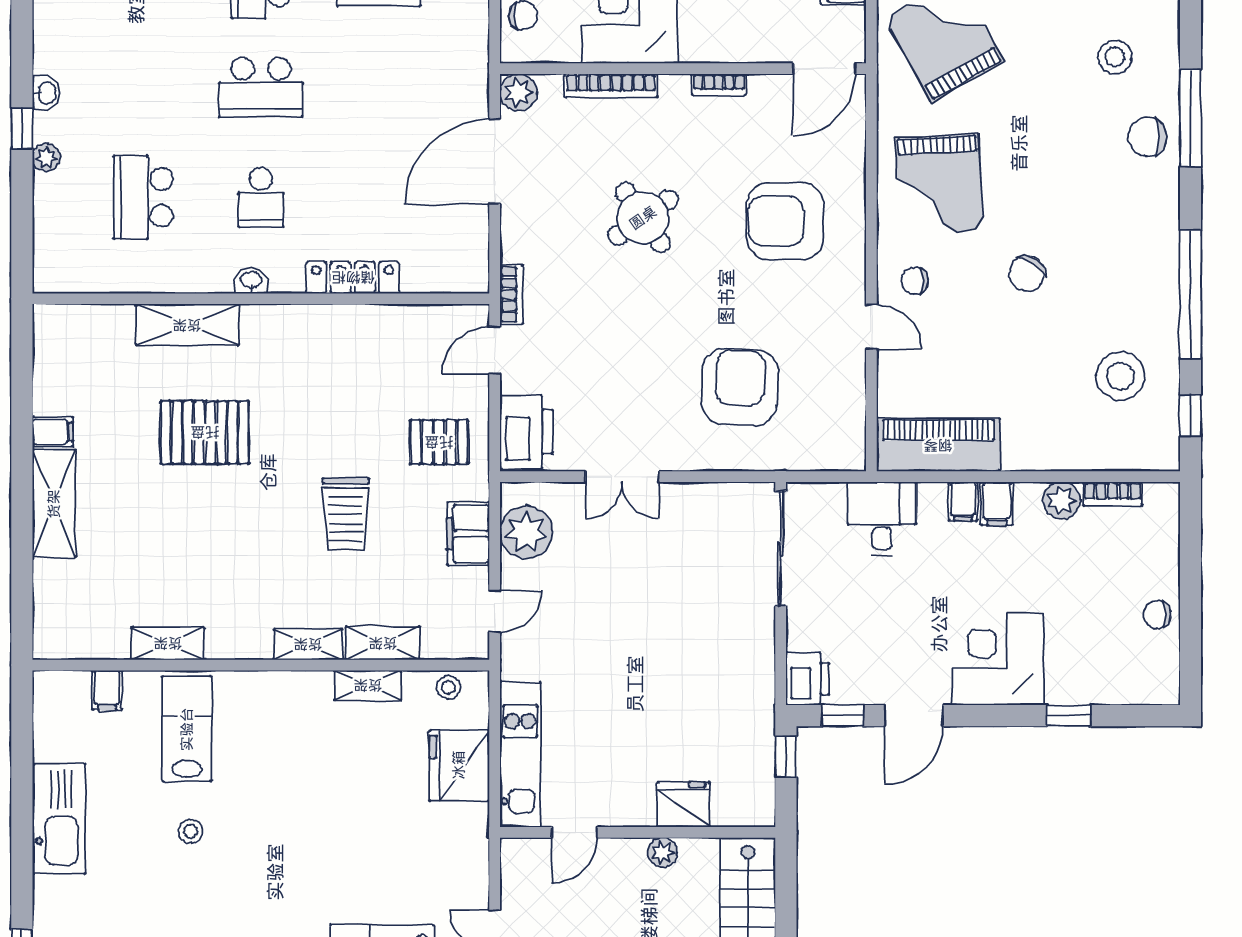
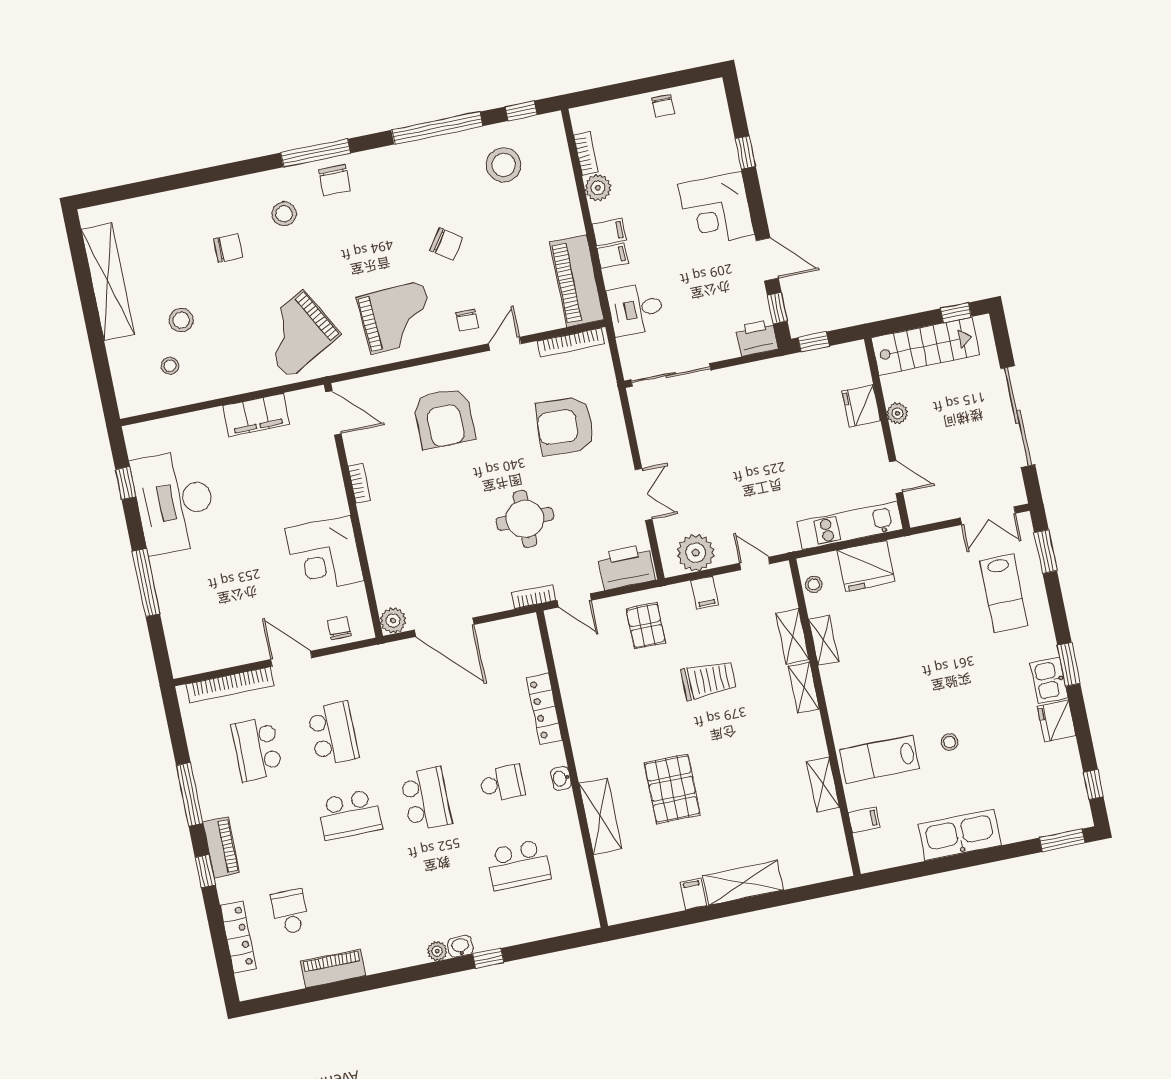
bookcase: (611, 86) -> (571, 342), moved, turned 90
plant: (46, 157) -> (437, 951), moved
round table: (643, 218) -> (525, 519), moved, turned 35
filing cabinet: (468, 534) -> (705, 593), width x0.50

